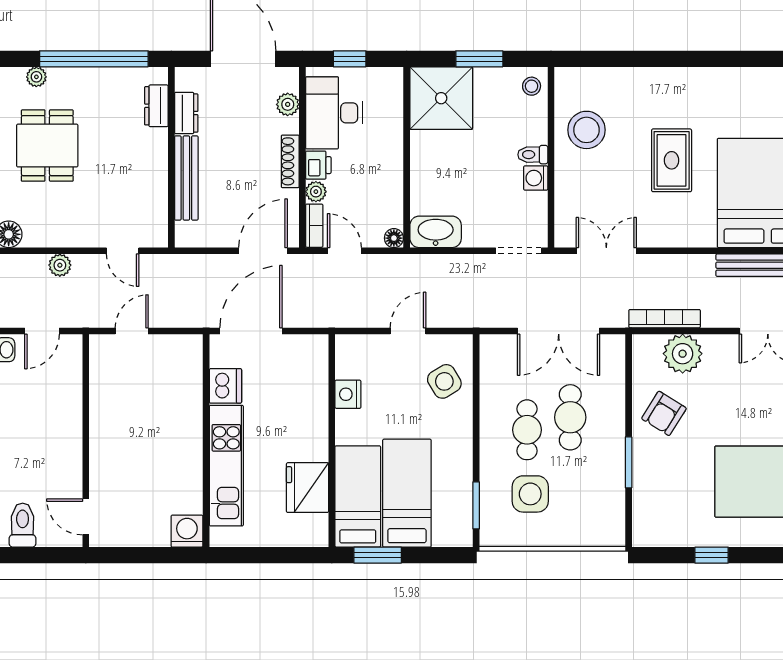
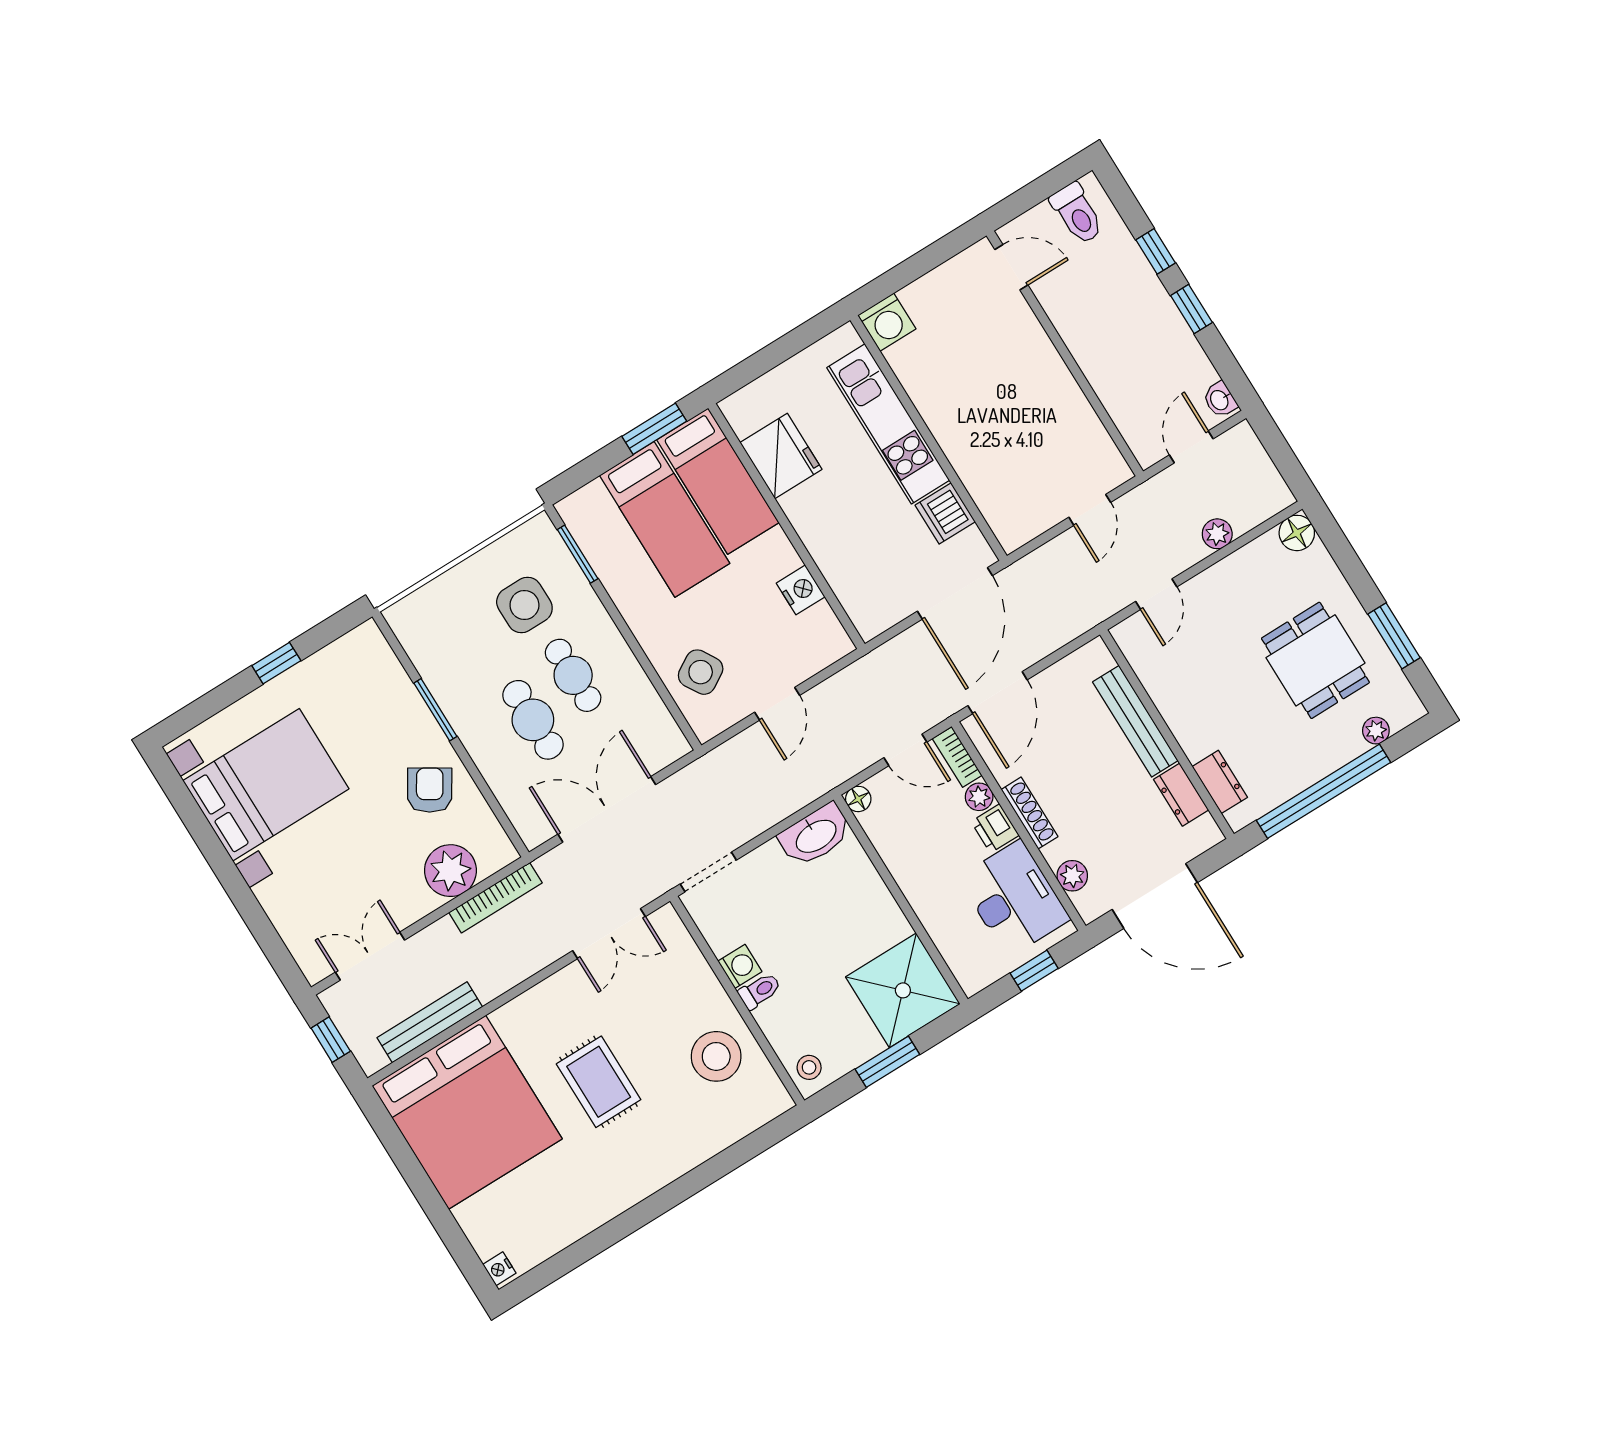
door: (123, 251) -> (1156, 594), swing flipped

